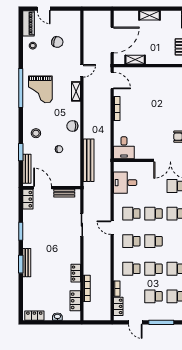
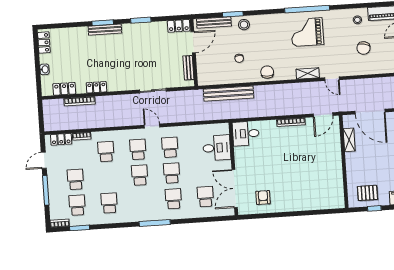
stool: (36, 133) -> (244, 25), moved
desk: (125, 183) -> (217, 148), moved, turned 90
door: (112, 228) -> (152, 126), hinge flipped
school desk: (153, 269) -> (108, 177), removed

